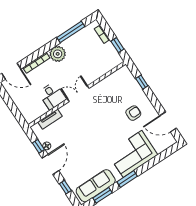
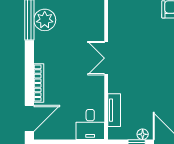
plant: (58, 54) -> (45, 20), moved
desk: (52, 96) -> (90, 125), moved, turned 90

